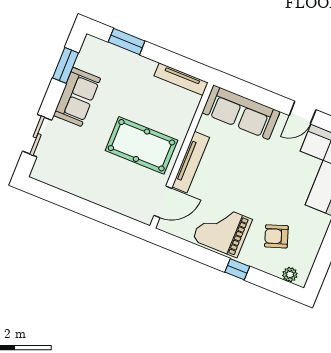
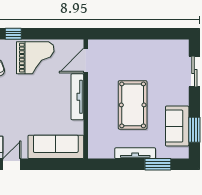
tv unit: (181, 79) -> (135, 153), moved
sofa: (77, 97) -> (177, 126), moved
pool table: (141, 145) -> (133, 105), moved, turned 90

